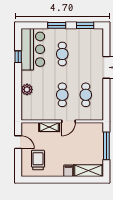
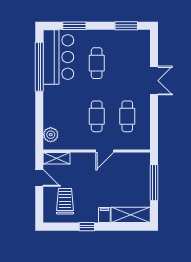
window: (57, 25) -> (74, 26), moved
window: (18, 57) -> (39, 67), width x3.17
plant: (27, 89) -> (51, 135), moved
shelving: (49, 127) -> (57, 158), moved
window: (55, 180) -> (87, 227), added

